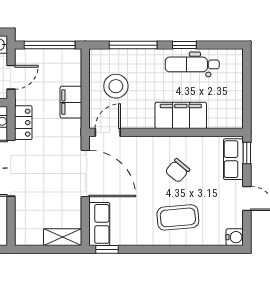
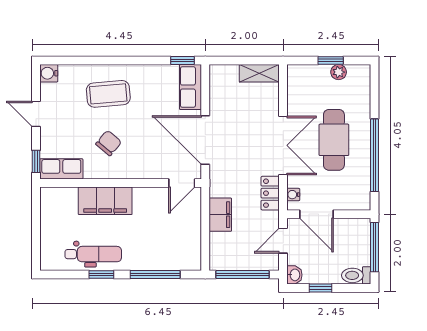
stool: (116, 86) -> (173, 231), removed
row of seats: (233, 159) -> (61, 169), moved, turned -90
shelving: (63, 237) -> (259, 73), moved

